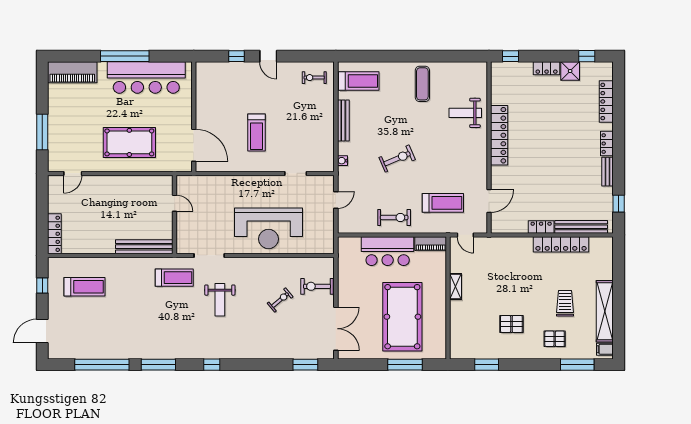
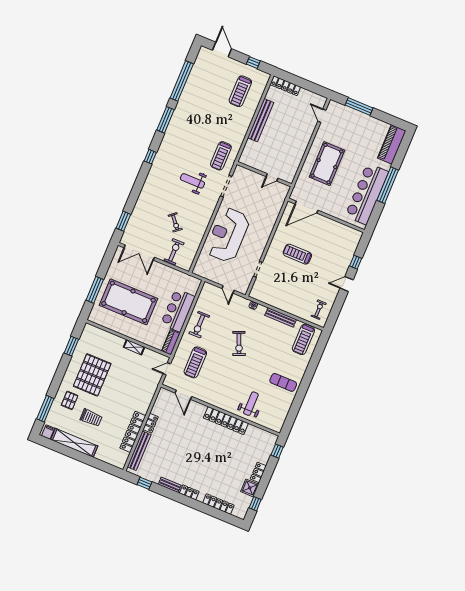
bench: (144, 247) -> (261, 120), moved
pallet: (511, 324) -> (92, 375), width x2.05, depth x2.00

